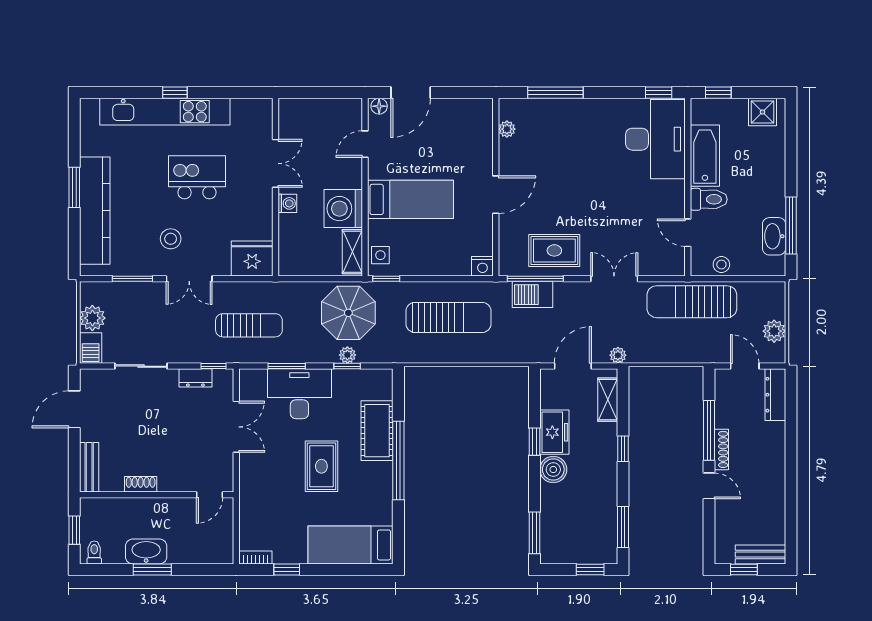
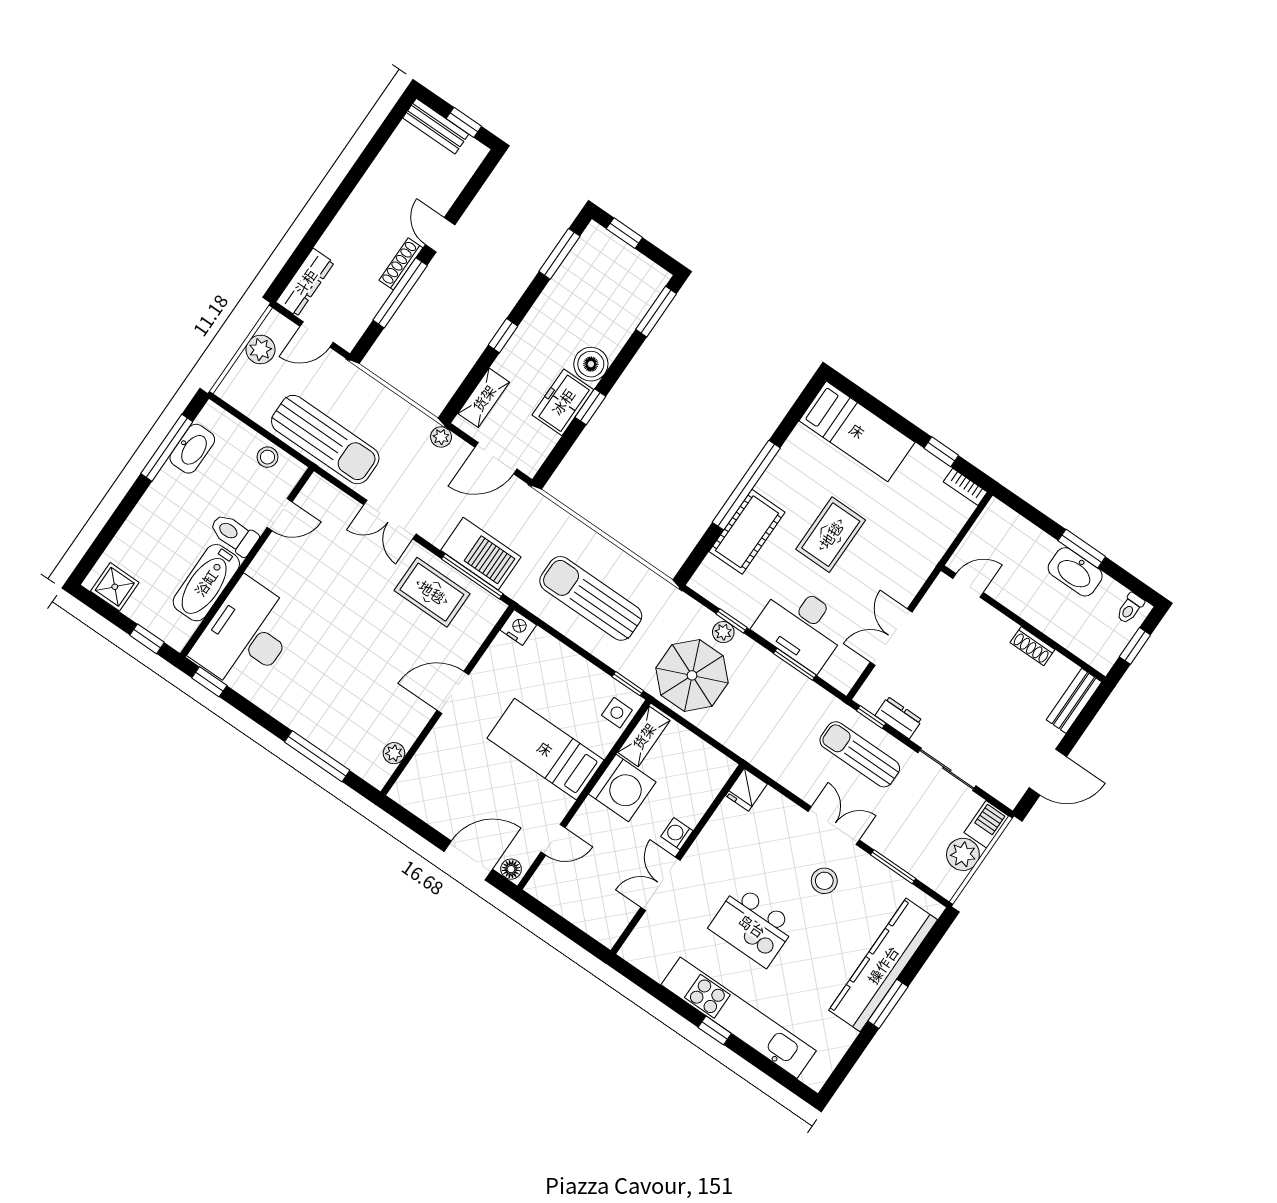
door: (688, 233) -> (280, 515), hinge flipped
fridge: (252, 259) -> (746, 790), width x0.53, depth x0.75
barbecue: (532, 295) -> (481, 554), width x1.37, depth x1.21
sun lounger: (249, 325) -> (860, 754), moved
door: (745, 366) -> (316, 334), hinge flipped

